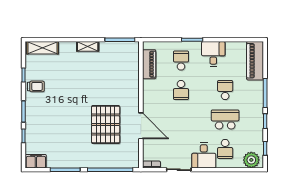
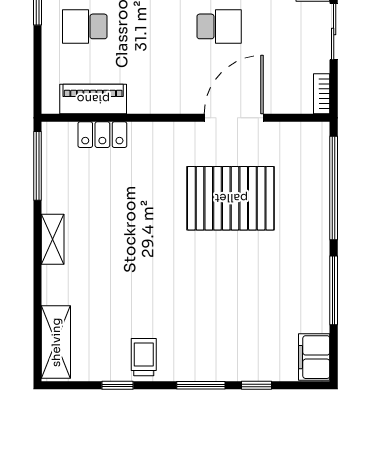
locker: (134, 68) -> (102, 135), added
school desk: (181, 90) -> (219, 26), moved

